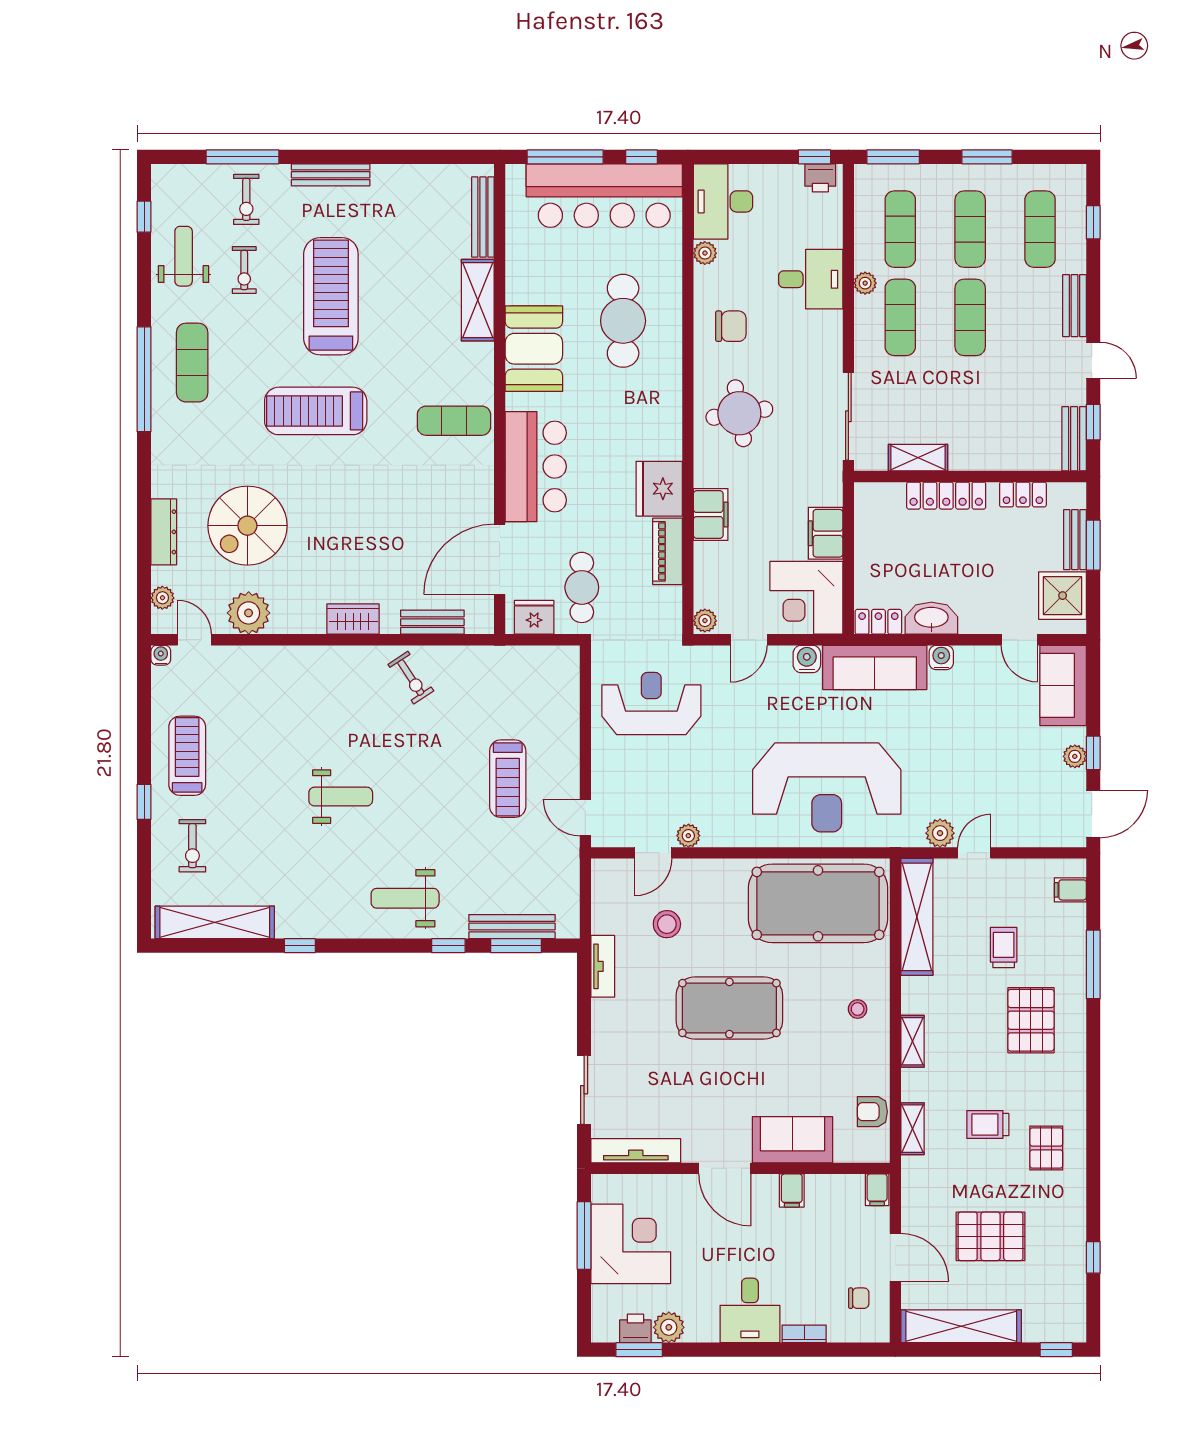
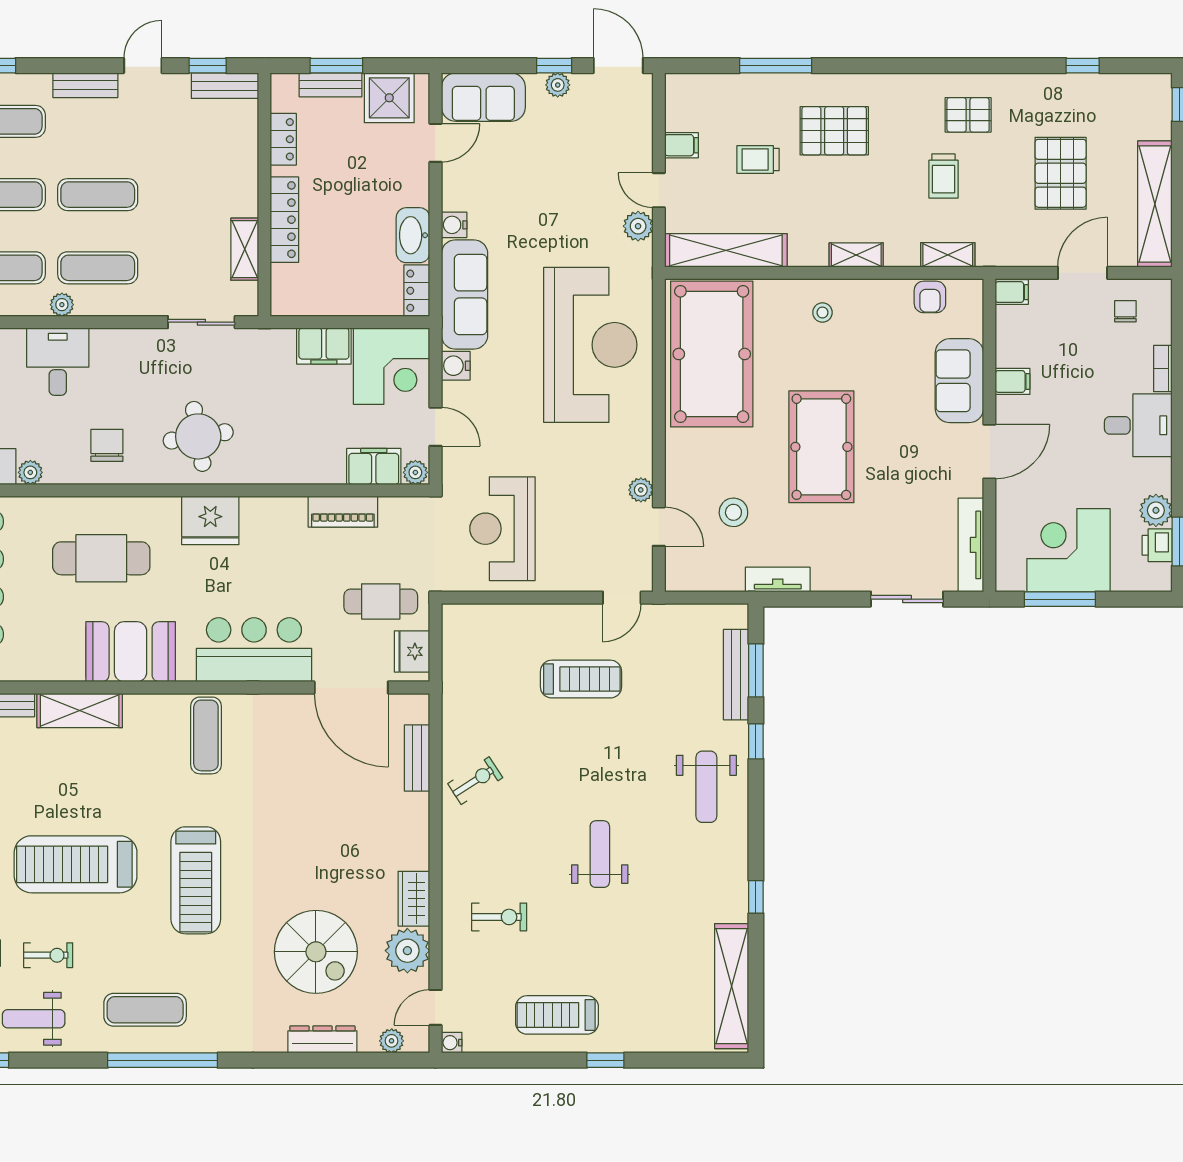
sliding door: (848, 416) -> (201, 322), width x0.73
fridge: (659, 489) -> (210, 520), moved
filing cabinet: (711, 514) -> (374, 466), moved
wardrobe: (353, 619) -> (414, 899), moved
exercise bike: (192, 846) -> (499, 917), moved
filing cabinet: (1070, 890) -> (681, 145), moved, turned -90

